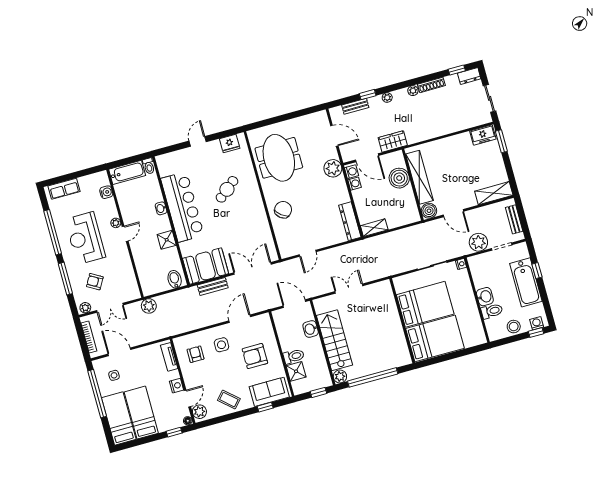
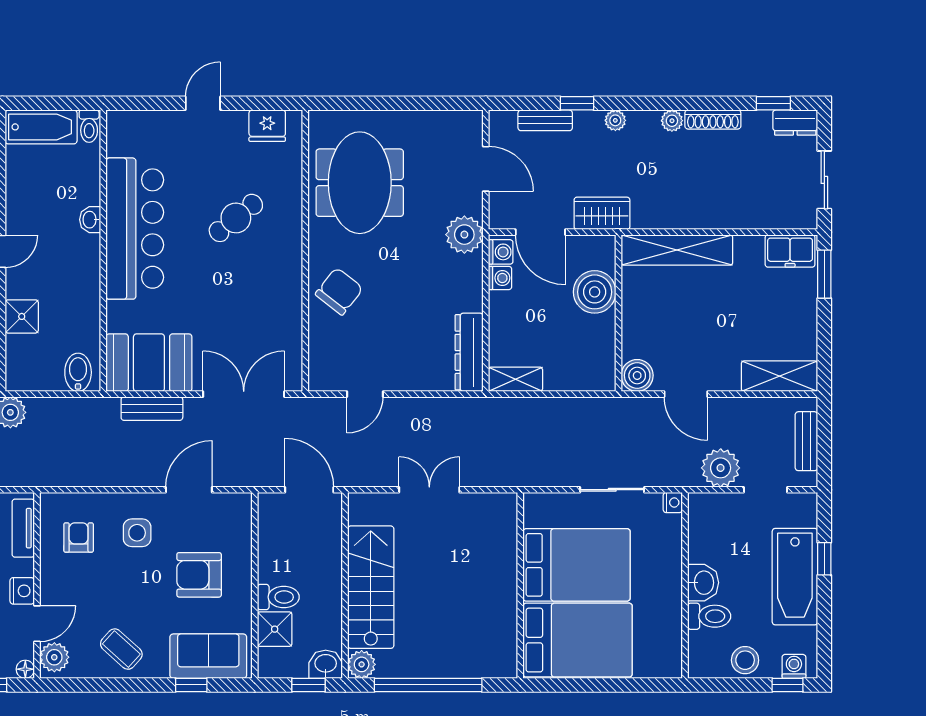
shelving: (419, 177) -> (677, 250), moved, turned 90
shower: (167, 240) -> (22, 316), moved
washbasin: (311, 329) -> (326, 664), moved, turned 90

